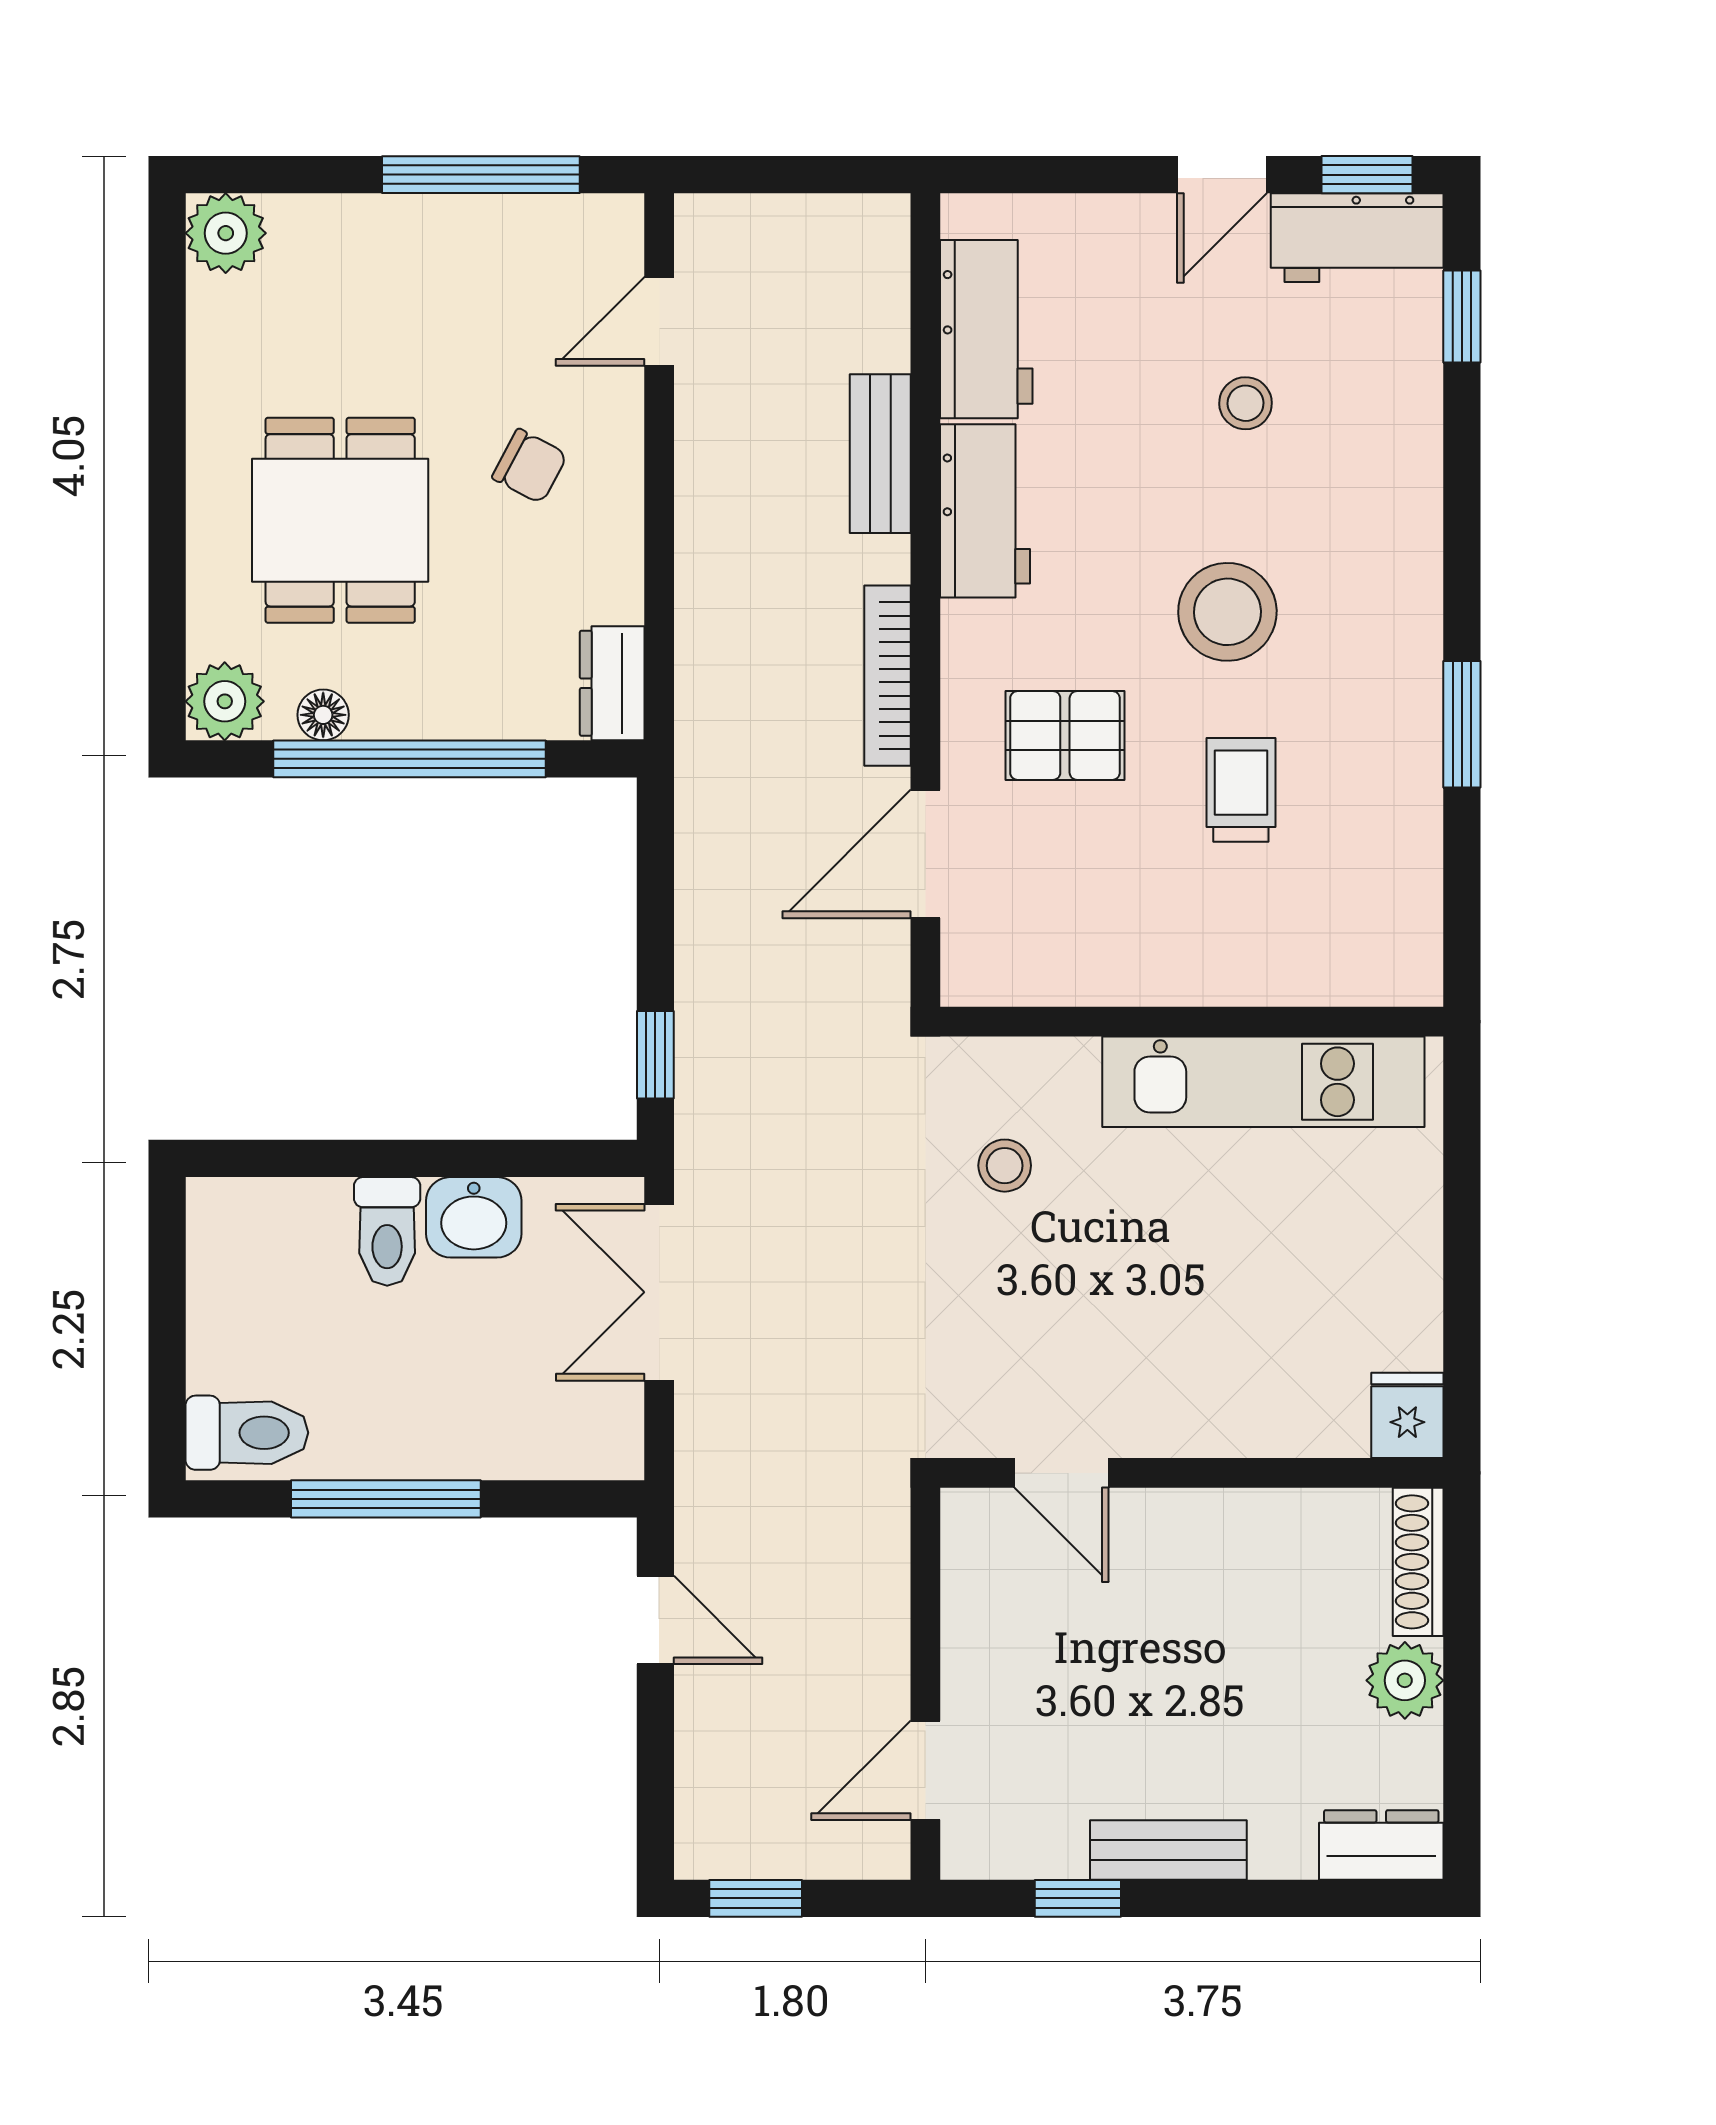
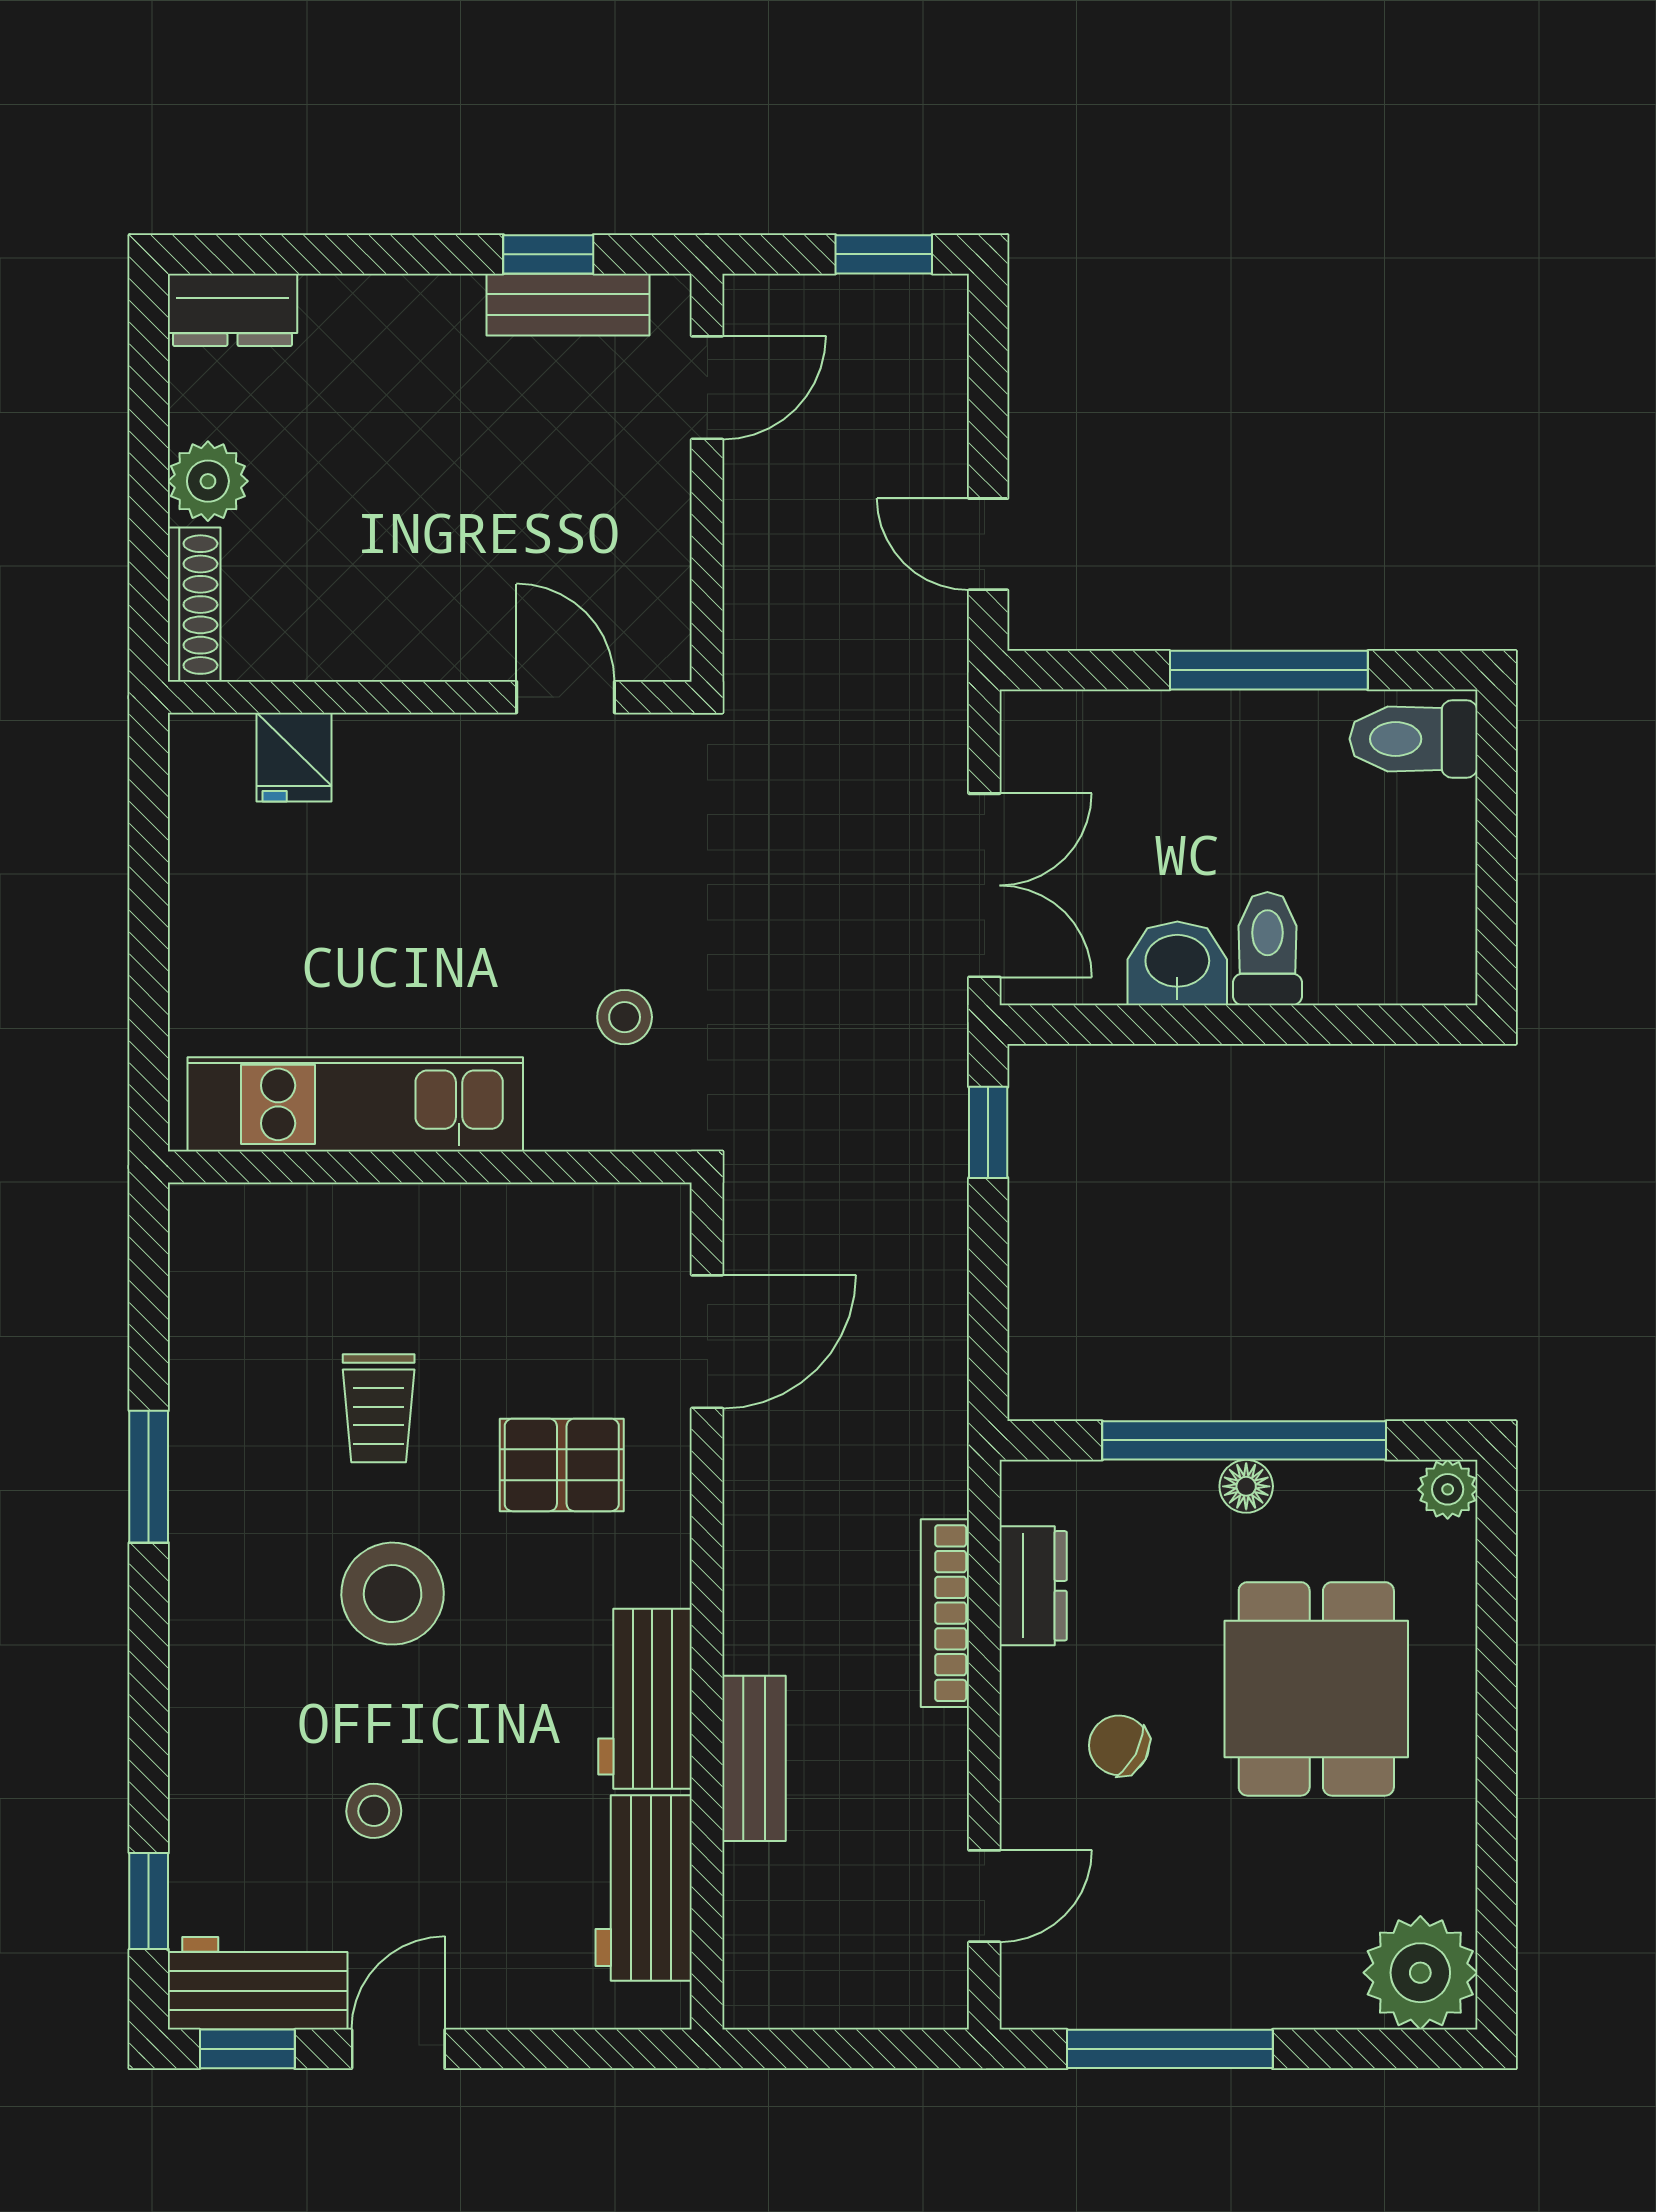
plant: (226, 233) -> (1420, 1973), width x1.36, depth x1.36
bookcase: (888, 676) -> (945, 1613), moved, turned 180
dresser: (612, 683) -> (1033, 1586), moved
plant: (225, 701) -> (1448, 1489), width x0.73, depth x0.73
floor lamp: (323, 715) -> (1246, 1486), moved
fridge: (1407, 1415) -> (294, 757), moved
bench: (1168, 1850) -> (568, 305), moved

